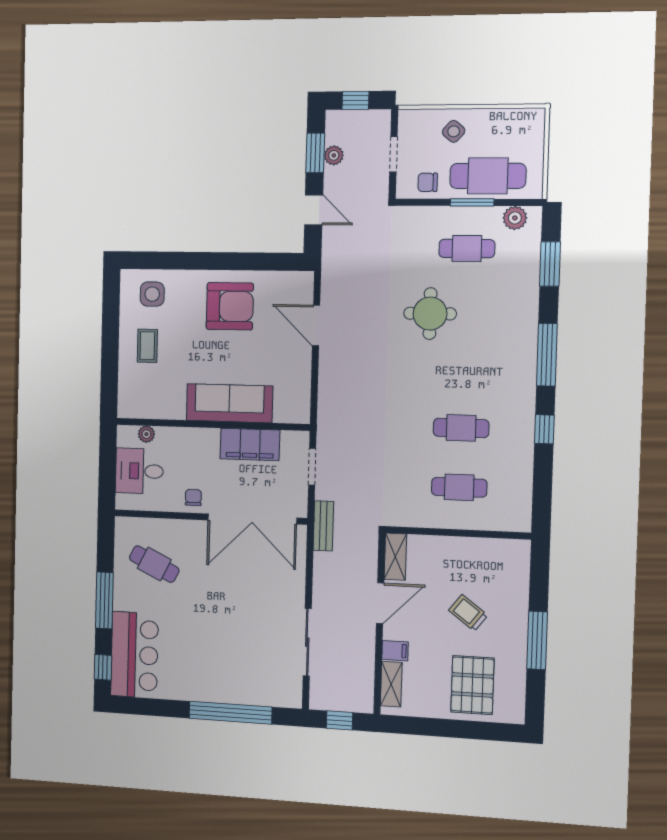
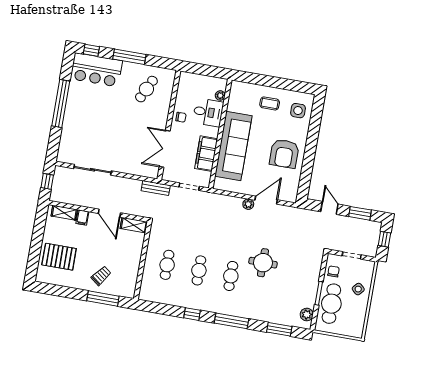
plant: (334, 155) -> (248, 204), moved
door: (314, 210) -> (329, 208), swing flipped
cafe table: (467, 249) -> (231, 276), moved
sofa: (229, 403) -> (233, 146), width x1.36, depth x1.27
desk: (139, 471) -> (208, 112), moved, turned 90
double door: (252, 519) -> (165, 149), width x0.73
trolley: (468, 613) -> (101, 276), moved
window: (537, 640) -> (103, 298), moved
window: (230, 713) -> (61, 103), moved

